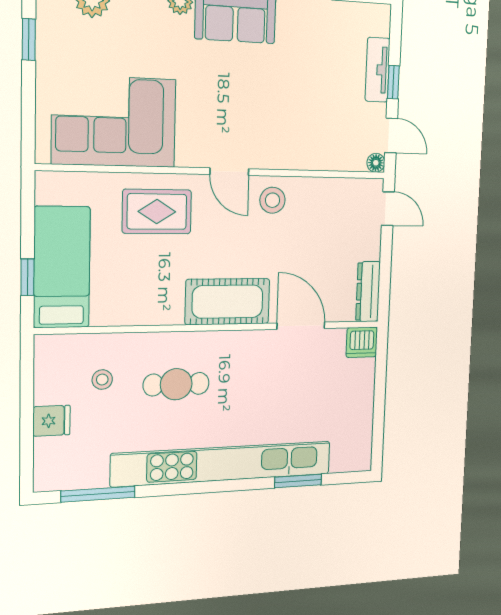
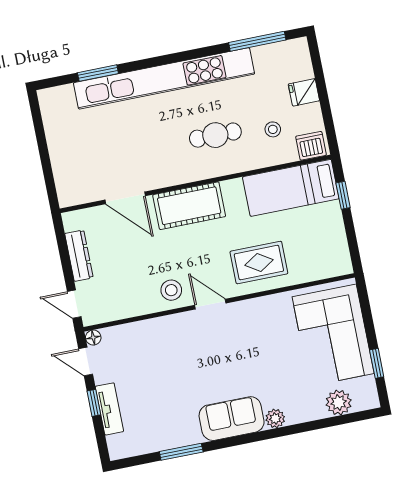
corner sofa: (114, 121) -> (333, 335), moved, turned 90
bed: (62, 267) -> (291, 188), moved, turned 90
dresser: (368, 292) -> (79, 256), moved
dishwasher: (362, 342) -> (311, 146), moved

